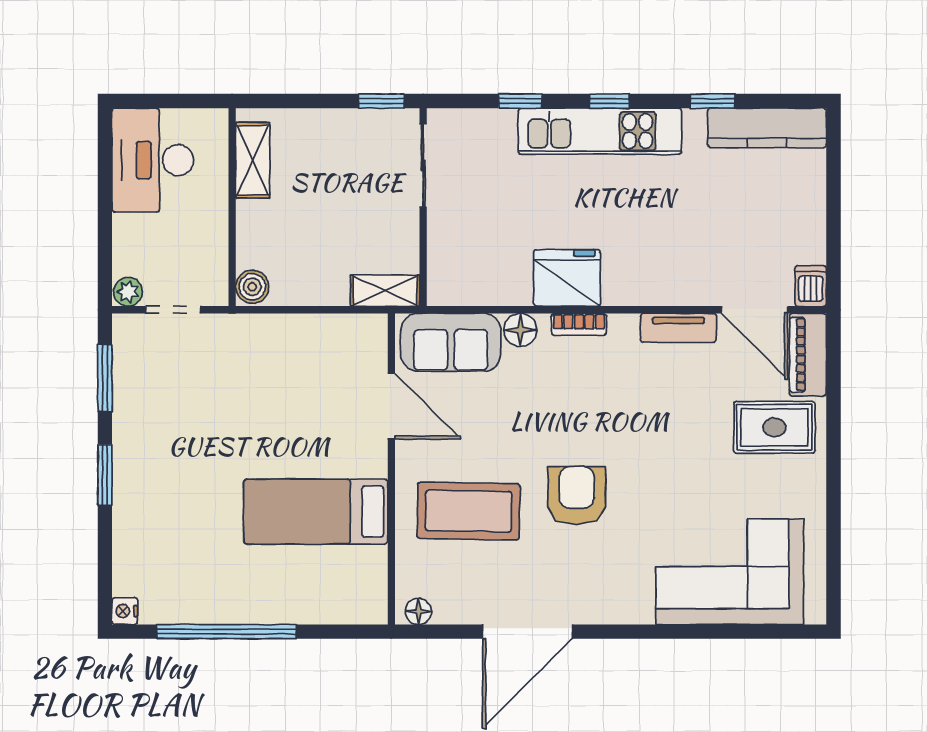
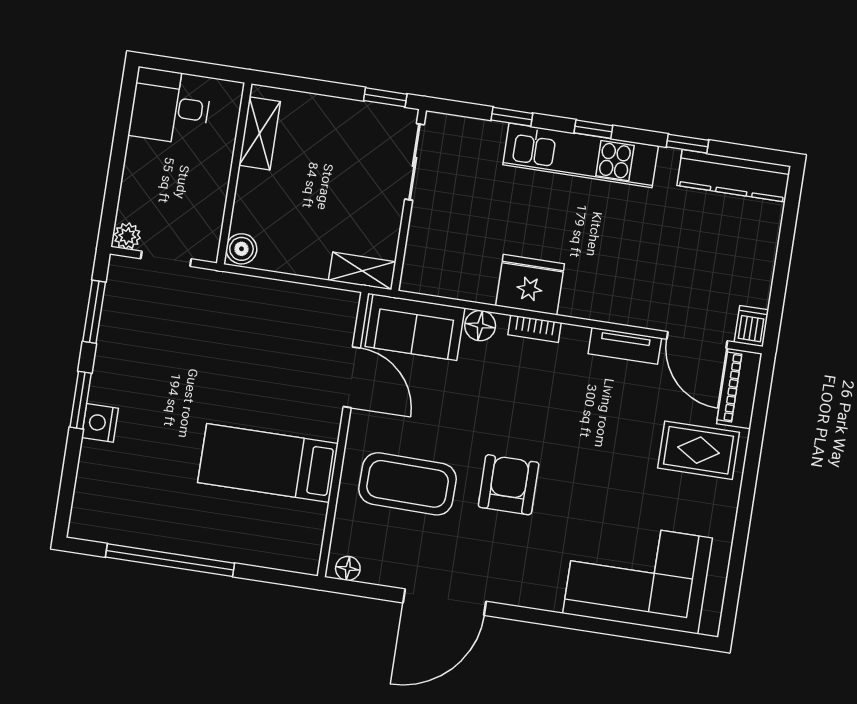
desk: (153, 160) -> (170, 106), width x0.73
nightstand: (125, 611) -> (100, 423), moved, width x1.39, depth x1.35

